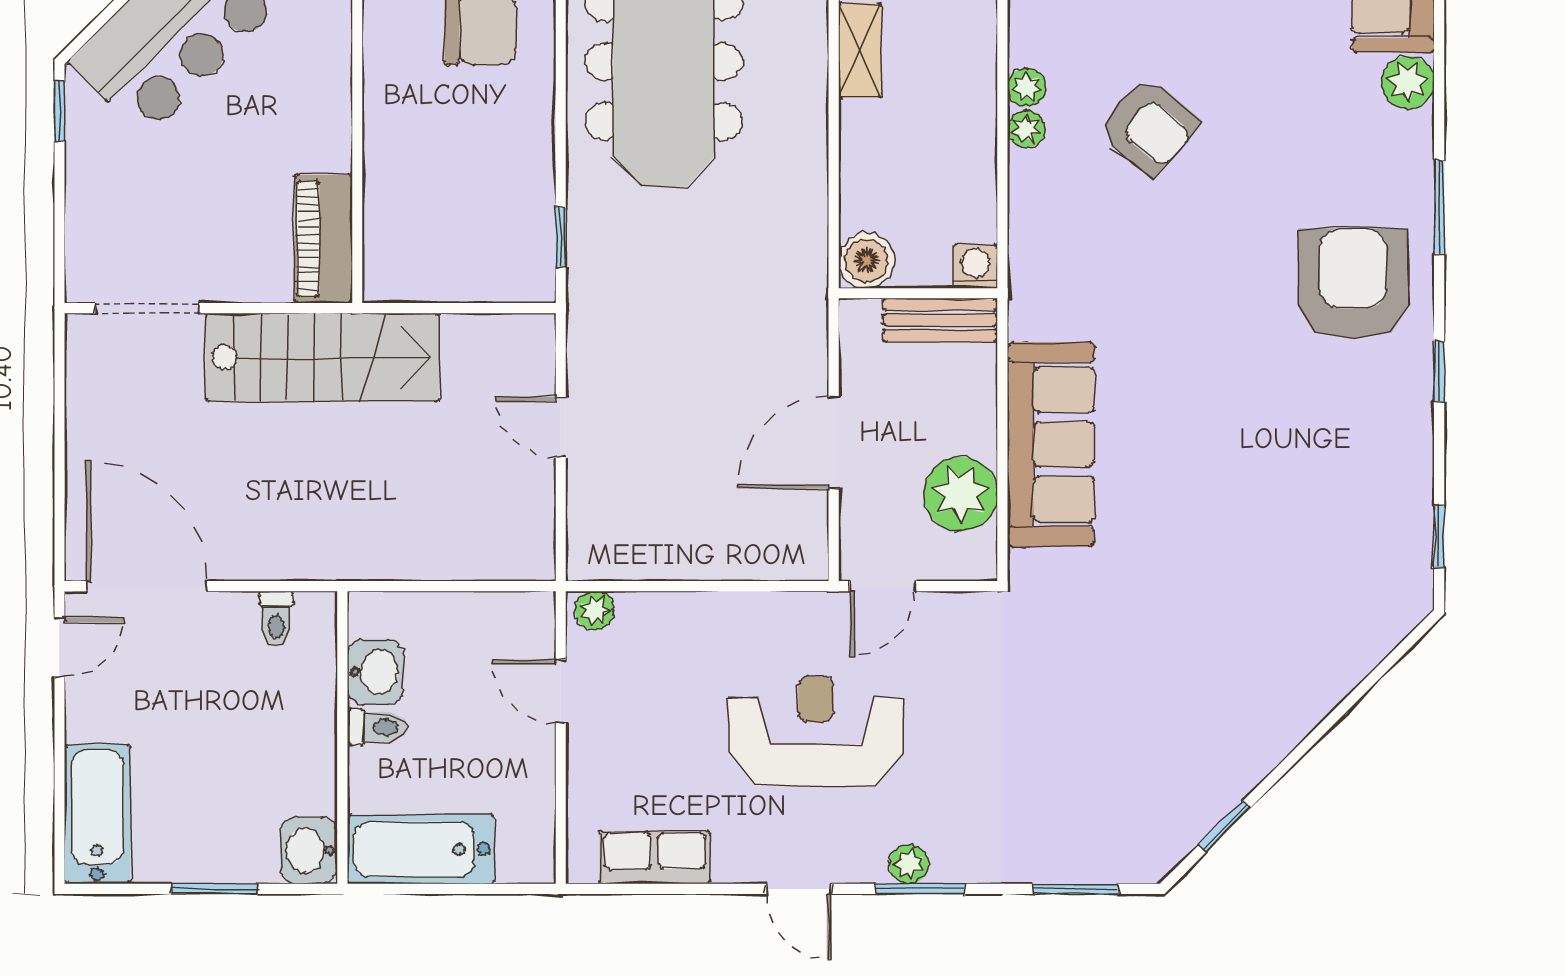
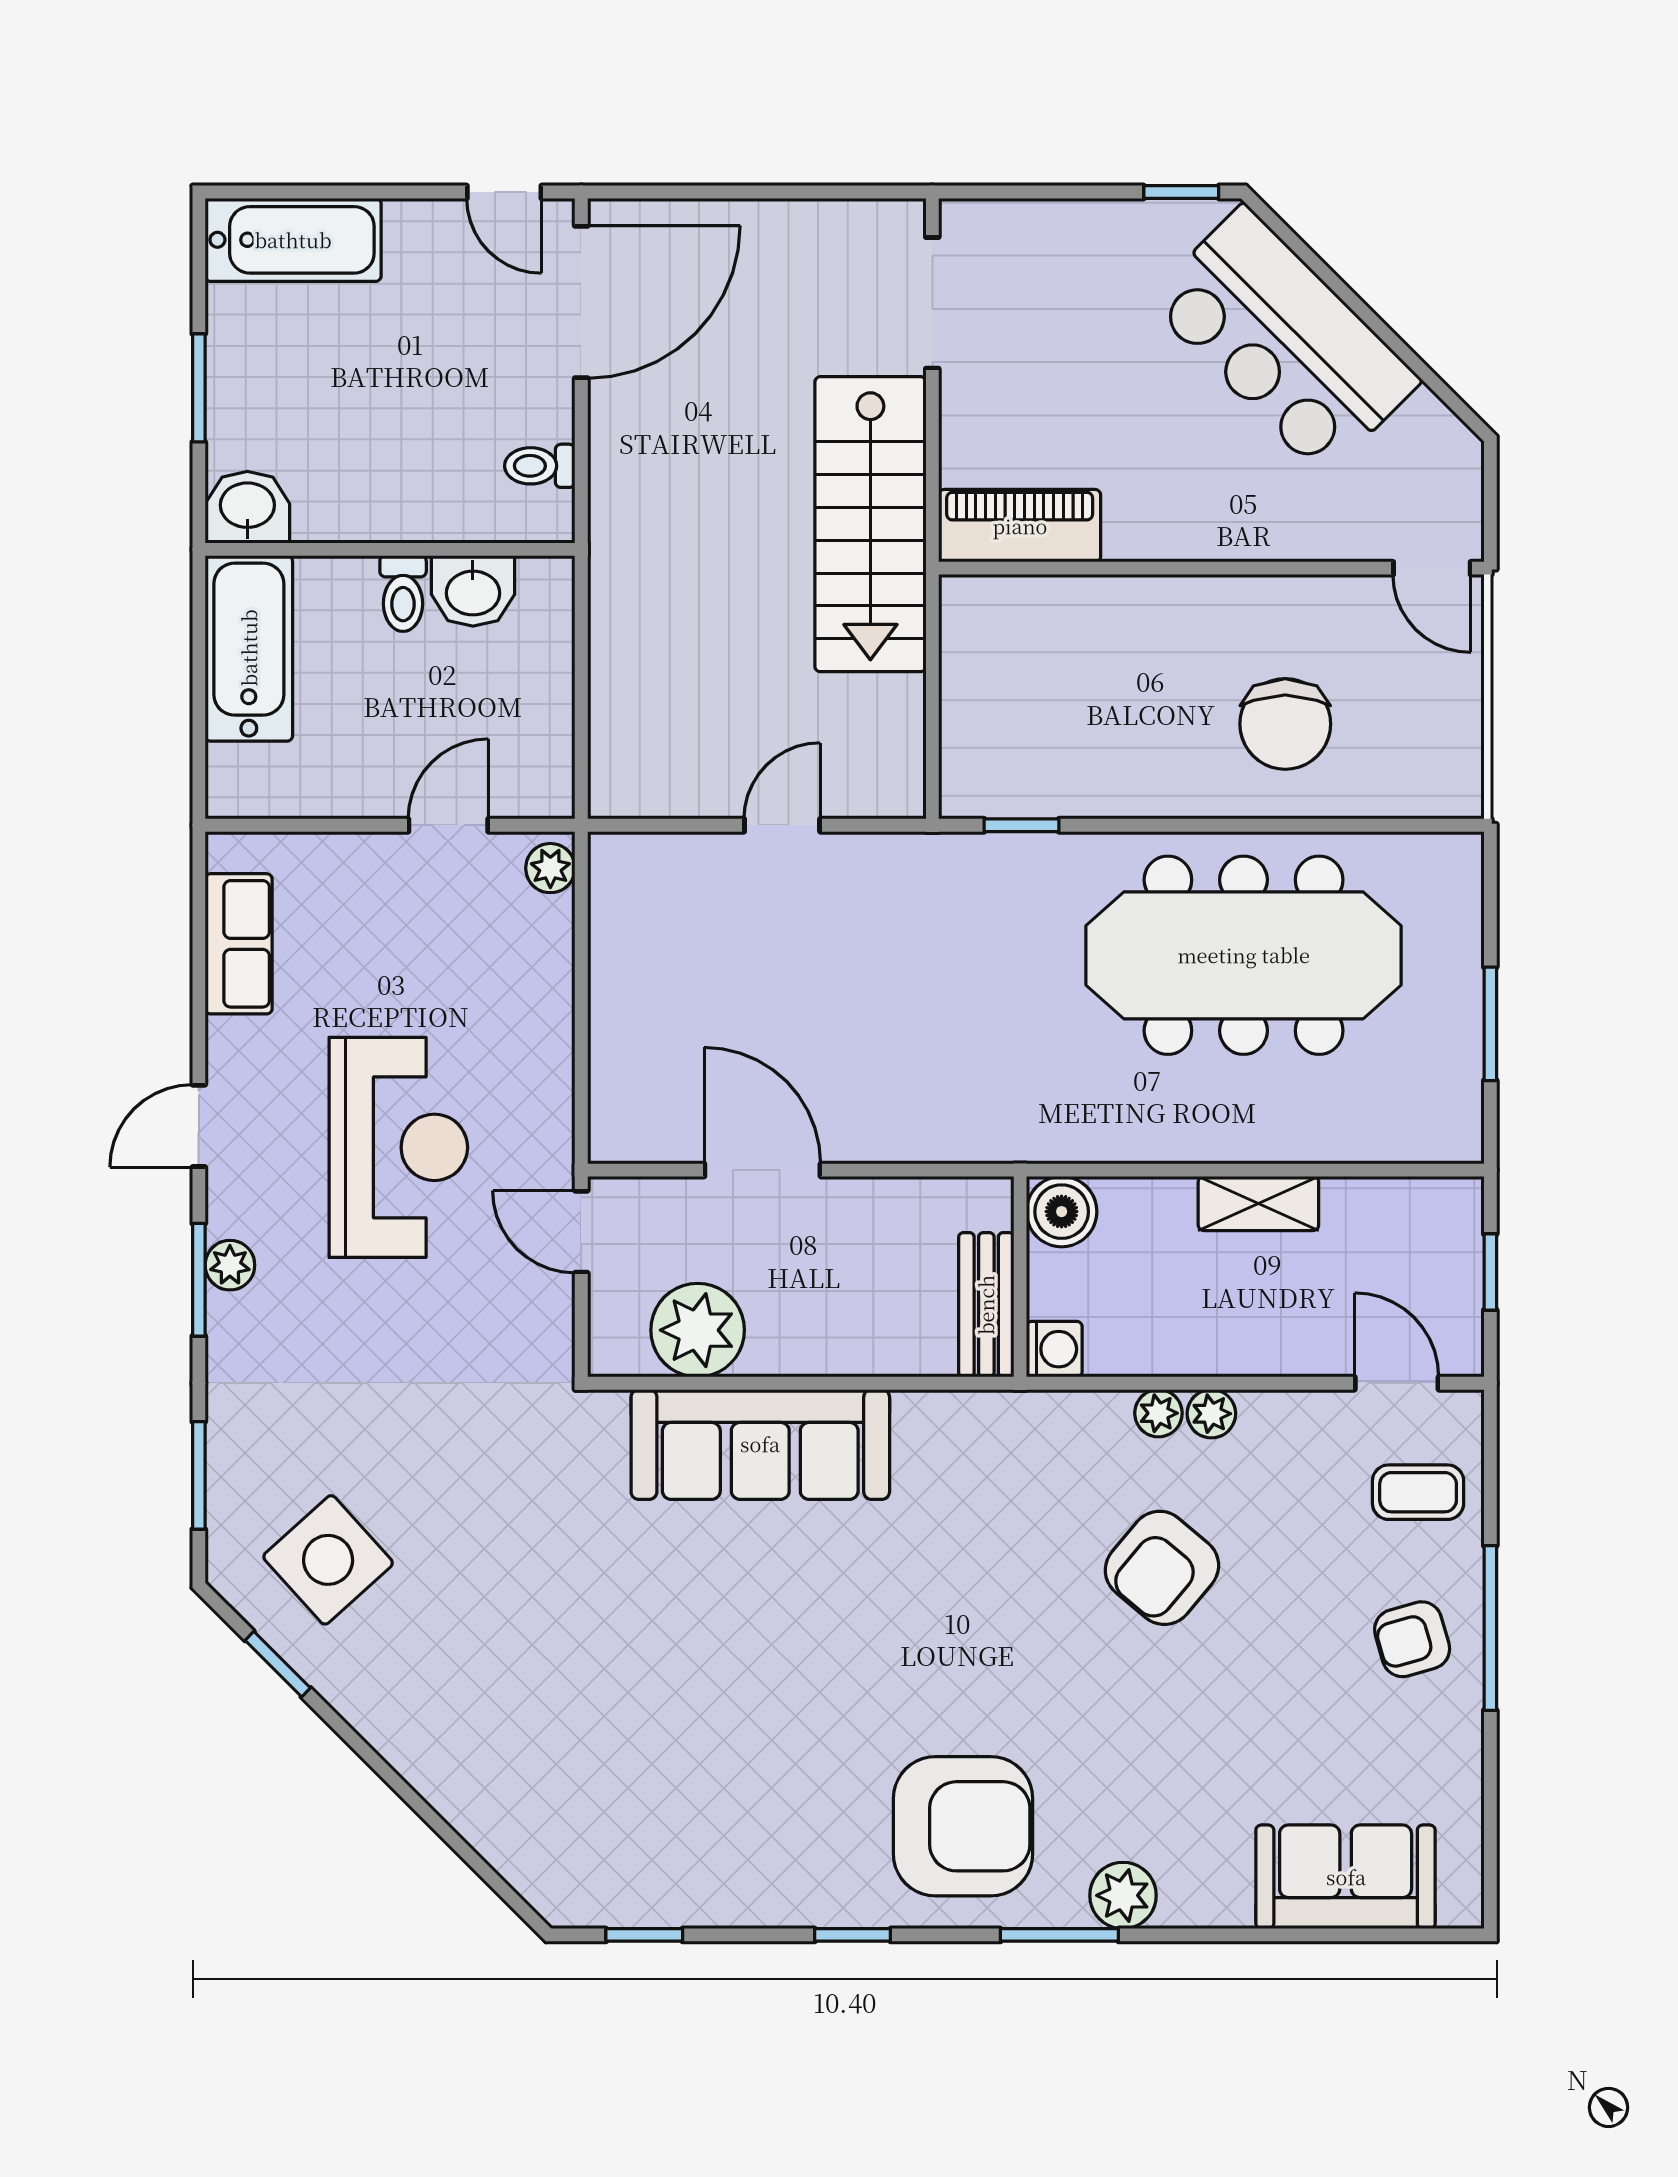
plant: (1408, 82) -> (1123, 1895), moved
boiler: (867, 260) -> (1062, 1212), moved
washing machine: (975, 266) -> (1054, 1349), moved
wall: (918, 293) -> (1020, 1277), moved
bench: (940, 320) -> (986, 1305), moved
side table: (1142, 786) -> (328, 1560), added

